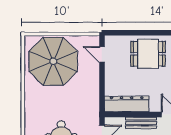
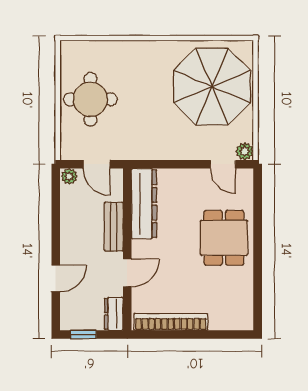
plant: (94, 41) -> (245, 151), added
door: (102, 54) -> (223, 164), swing flipped

